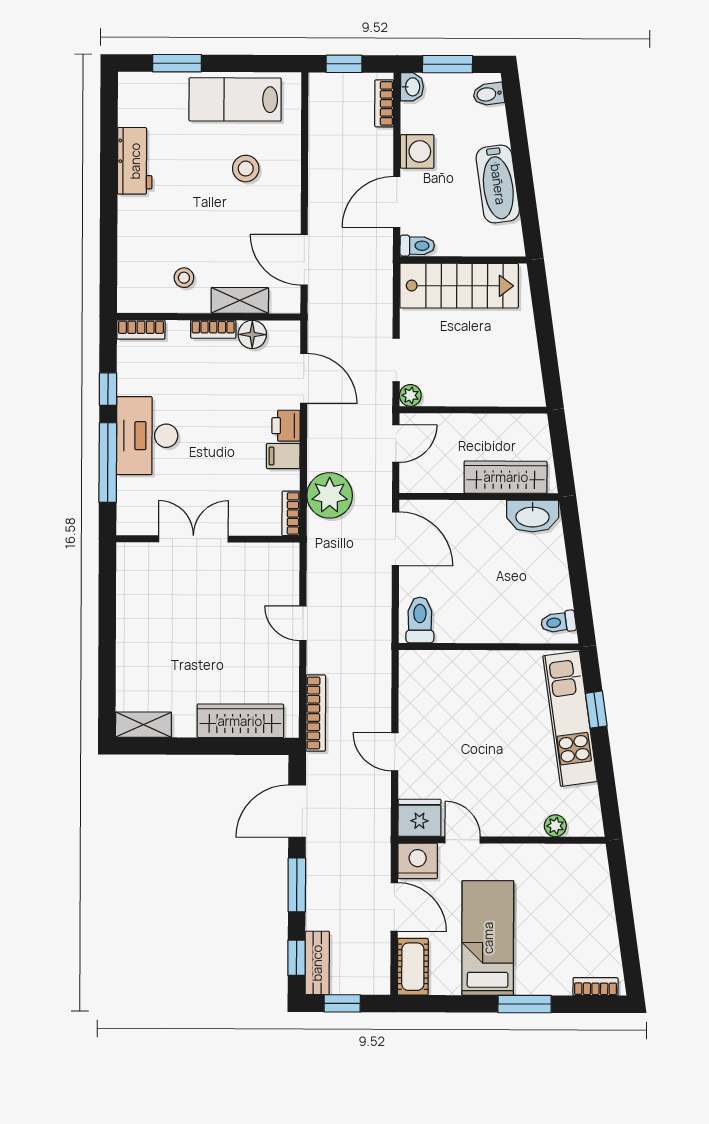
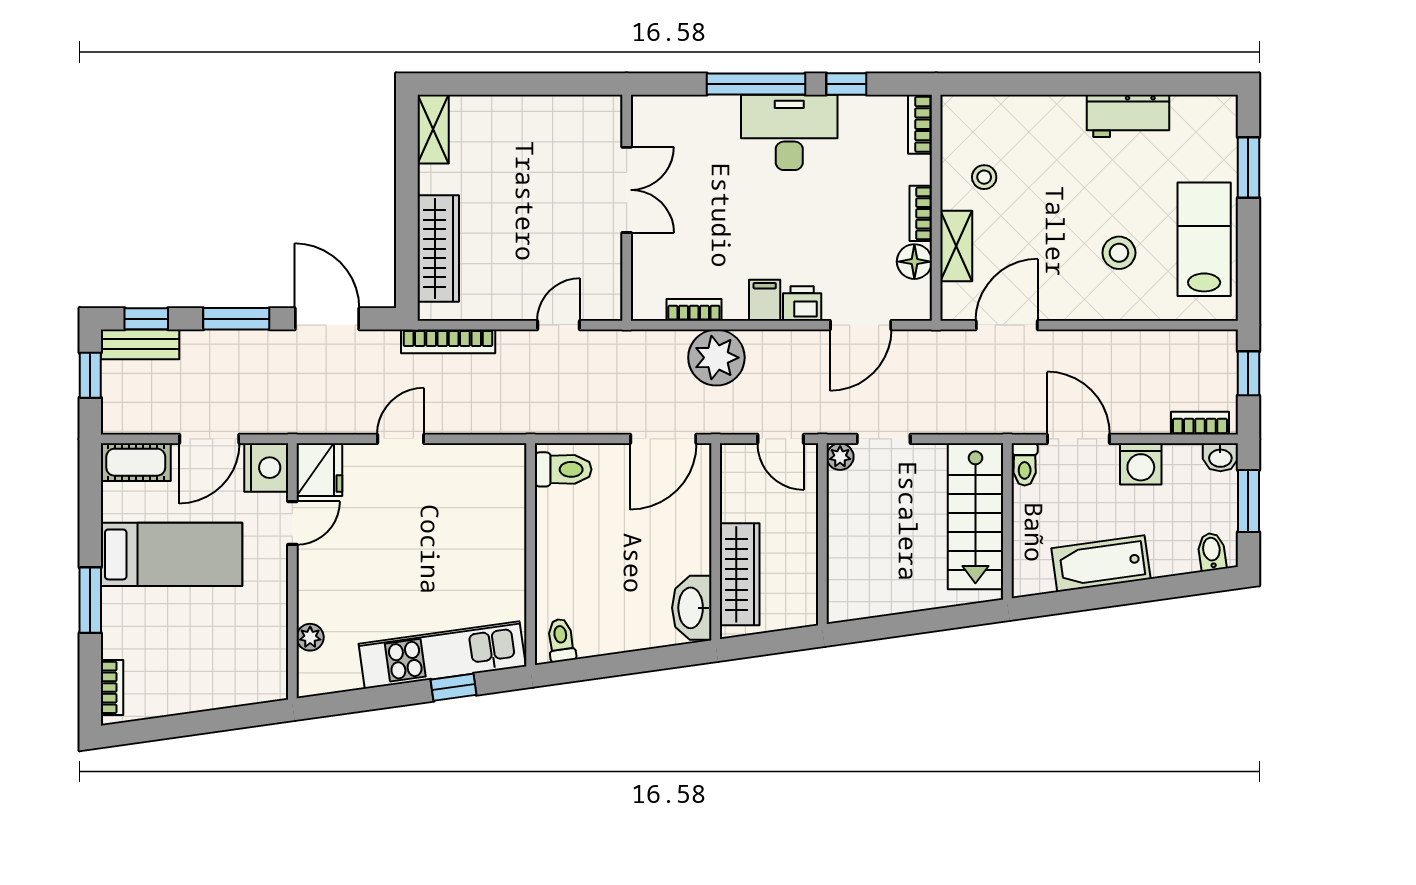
double door: (193, 539) -> (627, 190), moved
wall: (208, 539) -> (627, 208), moved

